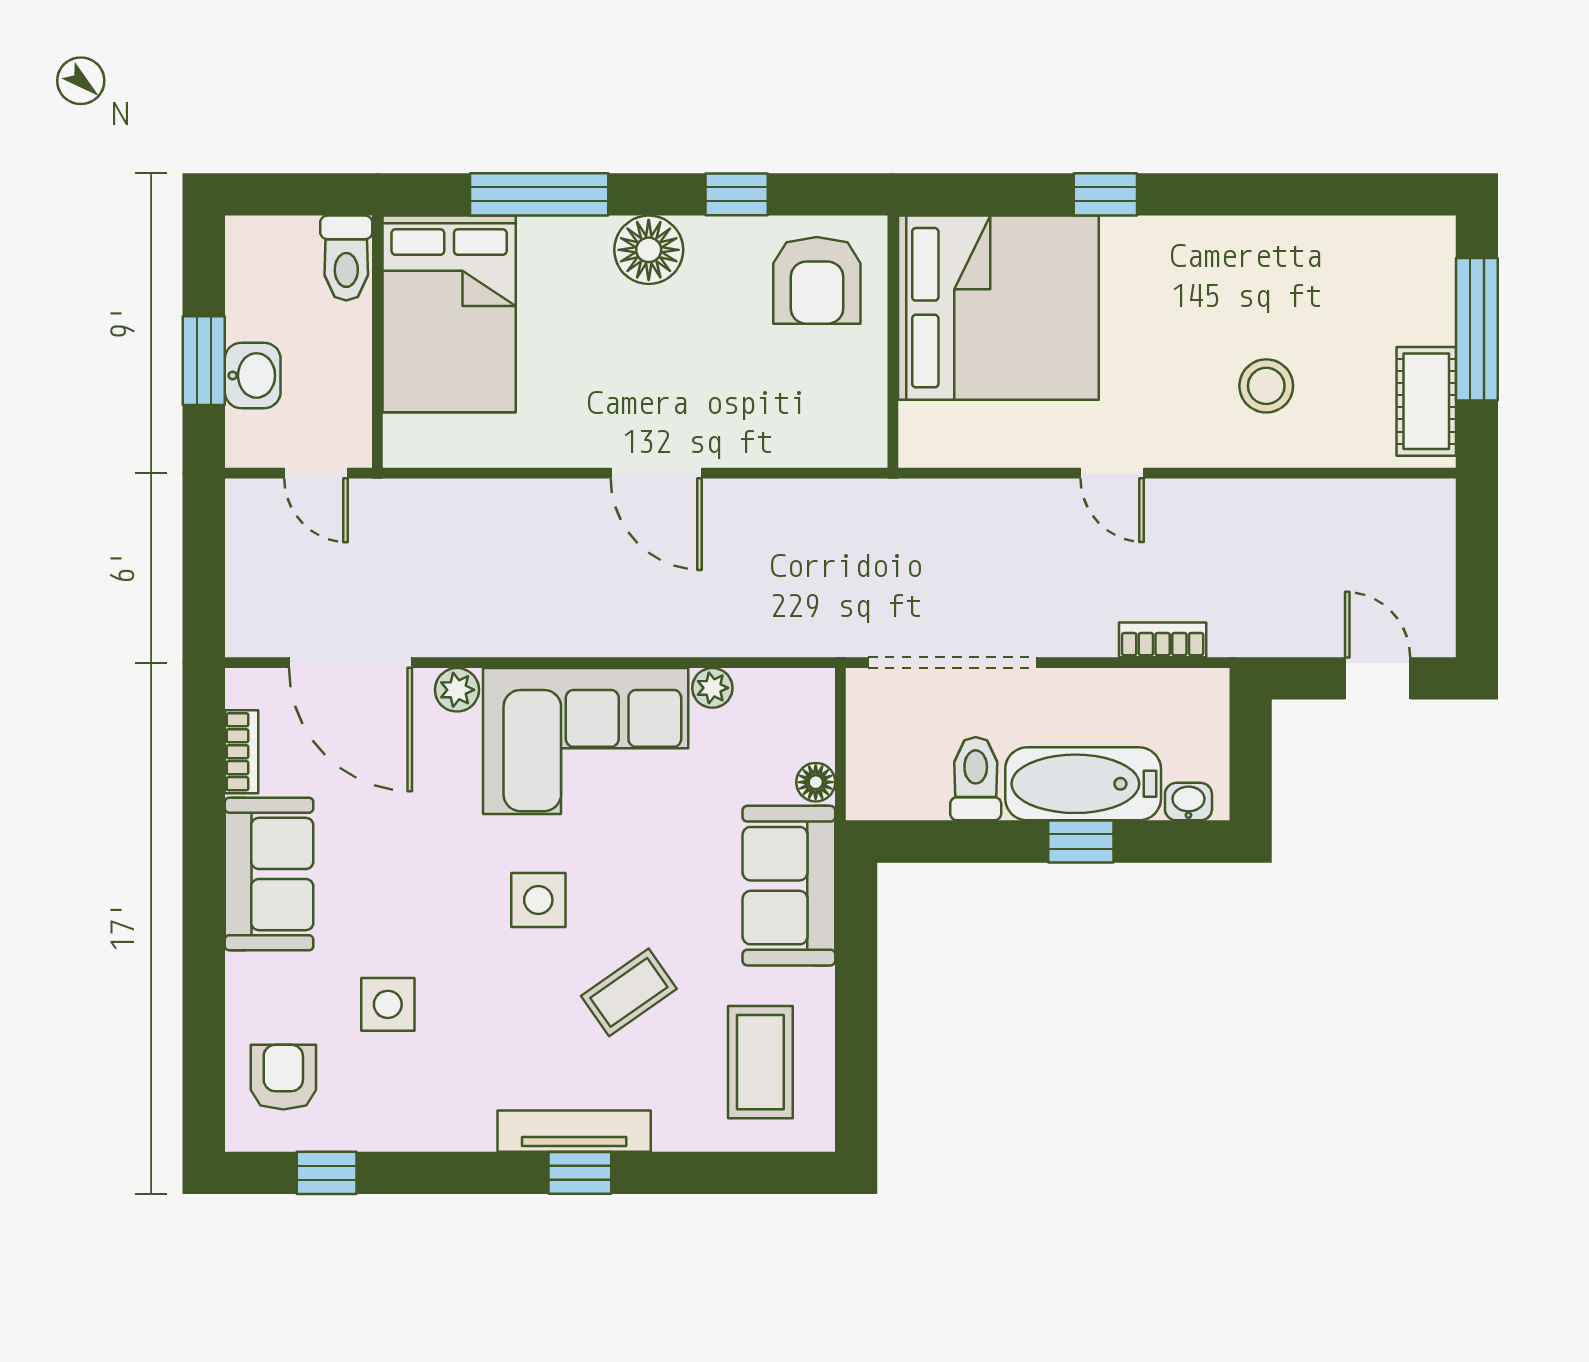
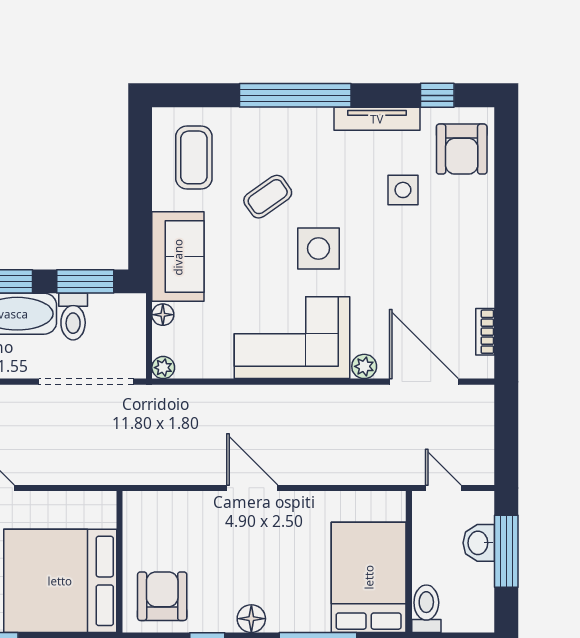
floor lamp: (649, 250) -> (251, 619), width x0.73, depth x0.73
window: (204, 361) -> (506, 551), width x1.44
plant: (712, 688) -> (163, 368), moved
window: (954, 841) -> (85, 281), added
sofa: (269, 874) -> (470, 263), removed
side table: (538, 900) -> (319, 248), width x1.37, depth x1.37
armchair: (283, 1077) -> (462, 149), width x1.38, depth x1.38
tv unit: (574, 1131) -> (377, 119), moved
window: (580, 1173) -> (295, 95), width x3.17

